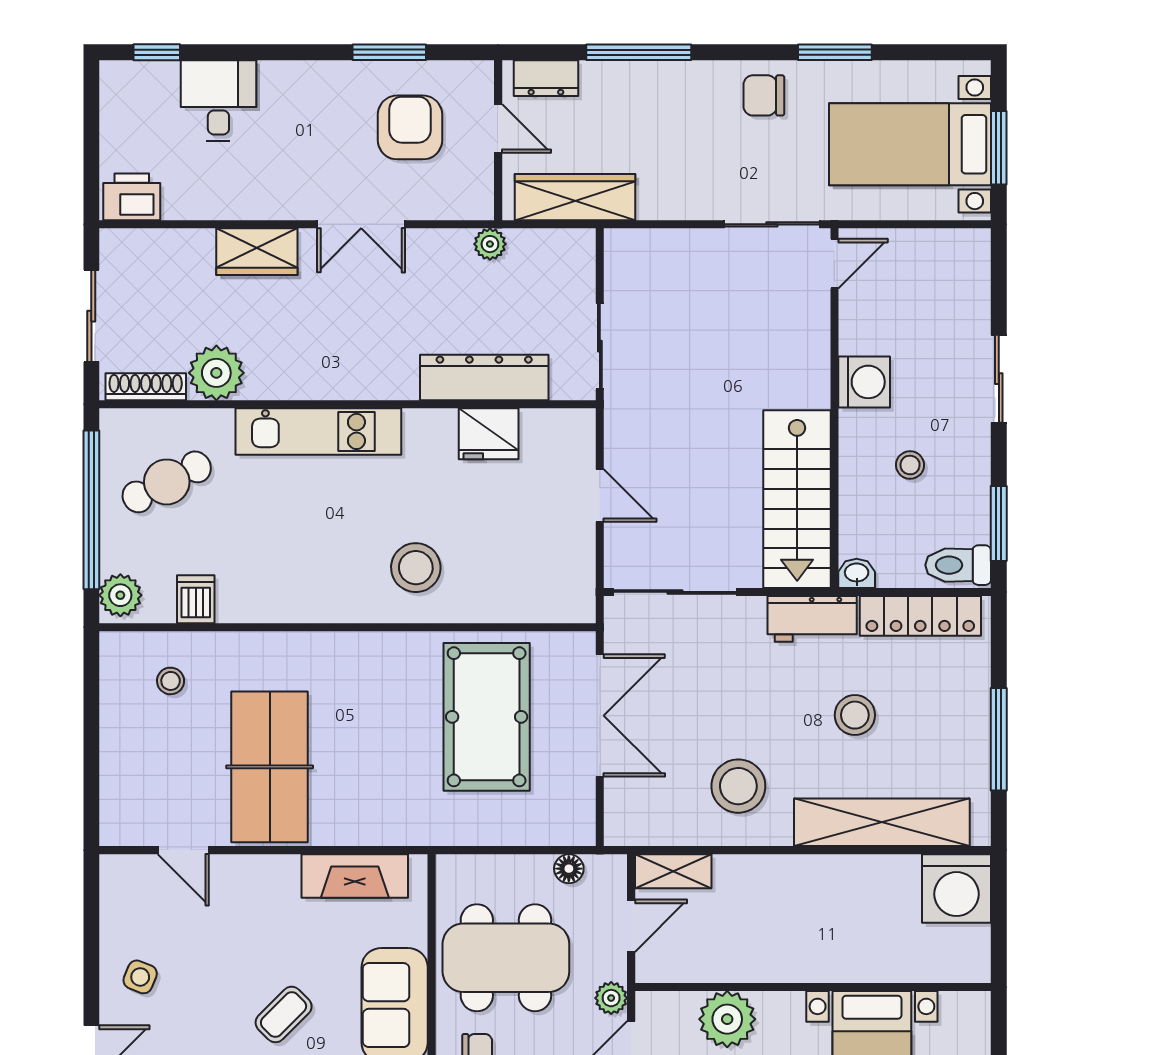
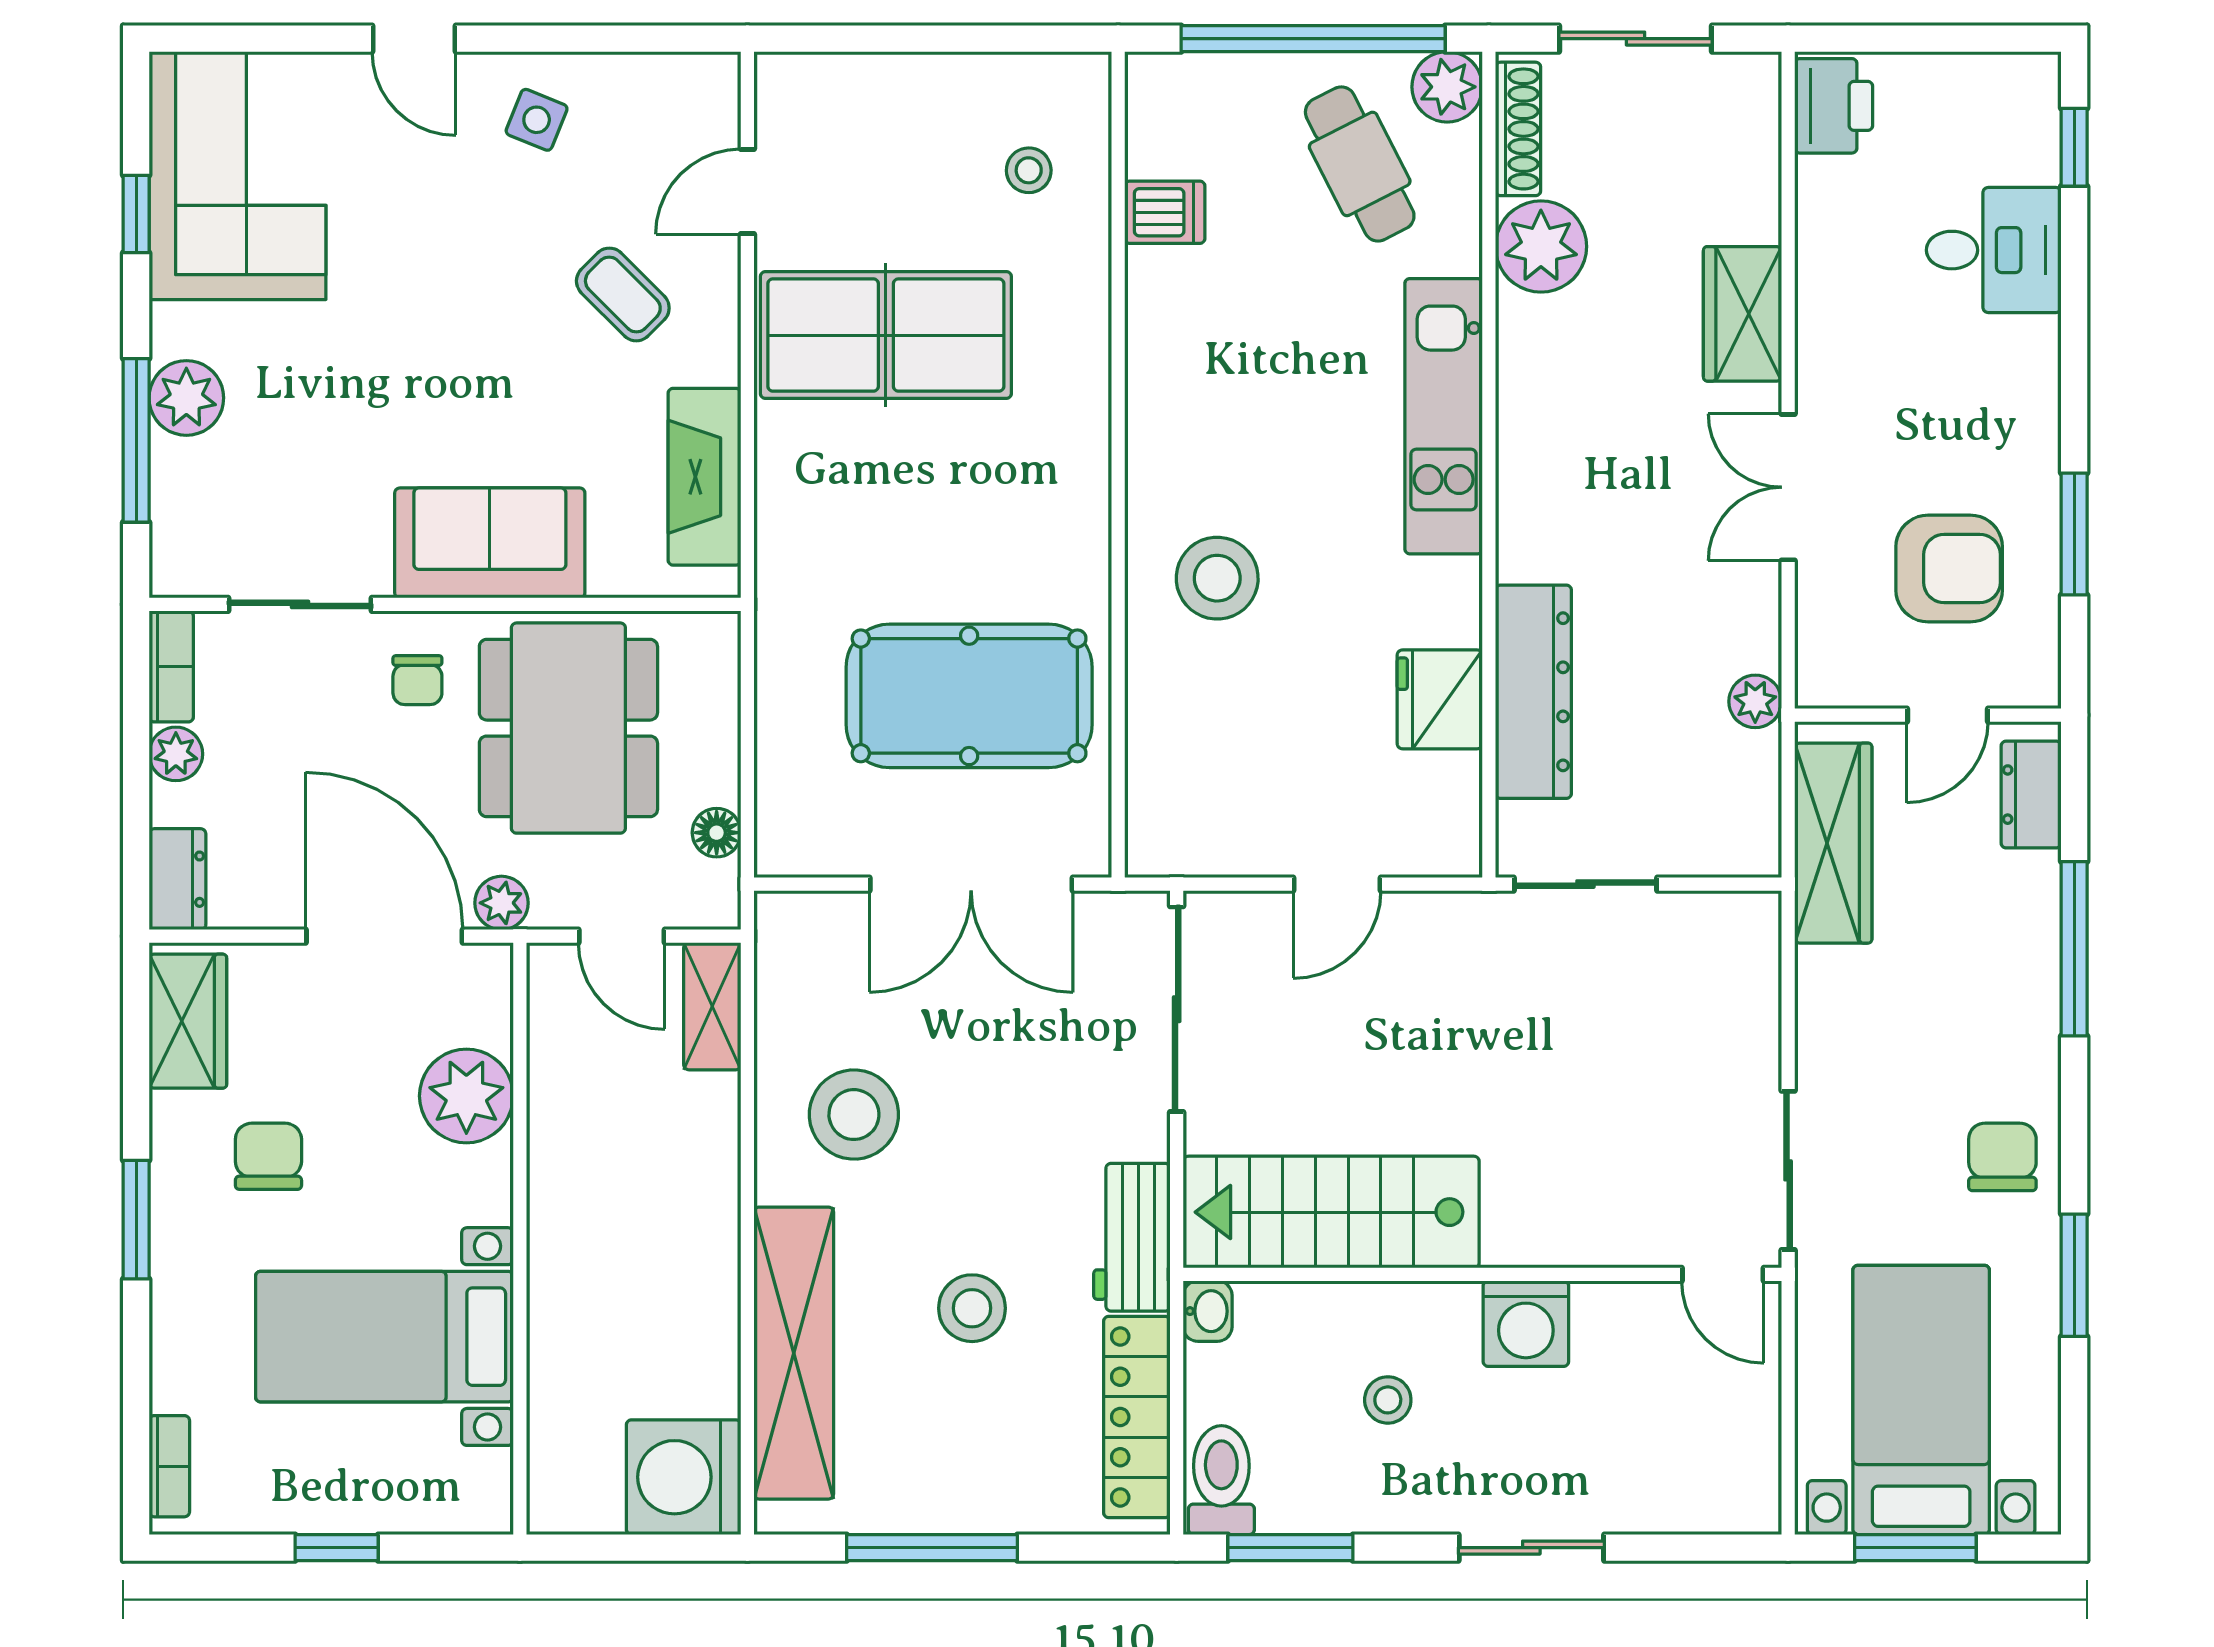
plant: (120, 595) -> (1447, 87), moved
coffee table: (284, 1014) -> (623, 294), moved

